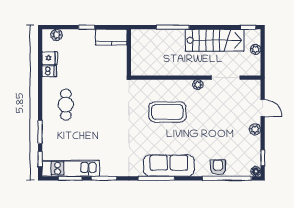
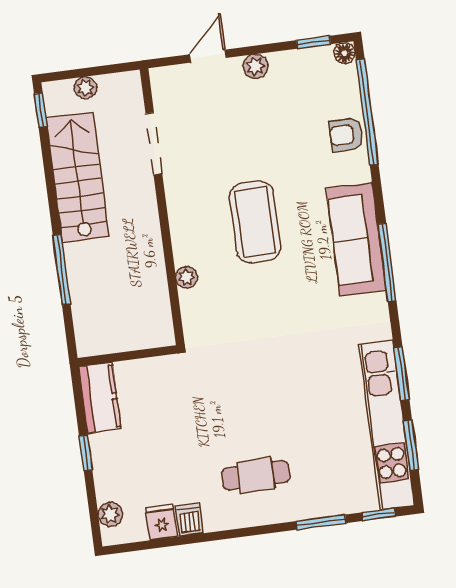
plant: (198, 85) -> (187, 277), moved
coffee table: (167, 112) -> (255, 222), moved
kitchen unit: (71, 168) -> (387, 425), width x1.36

